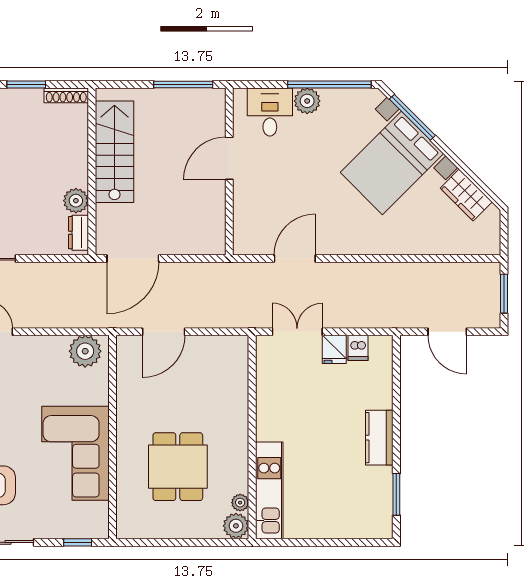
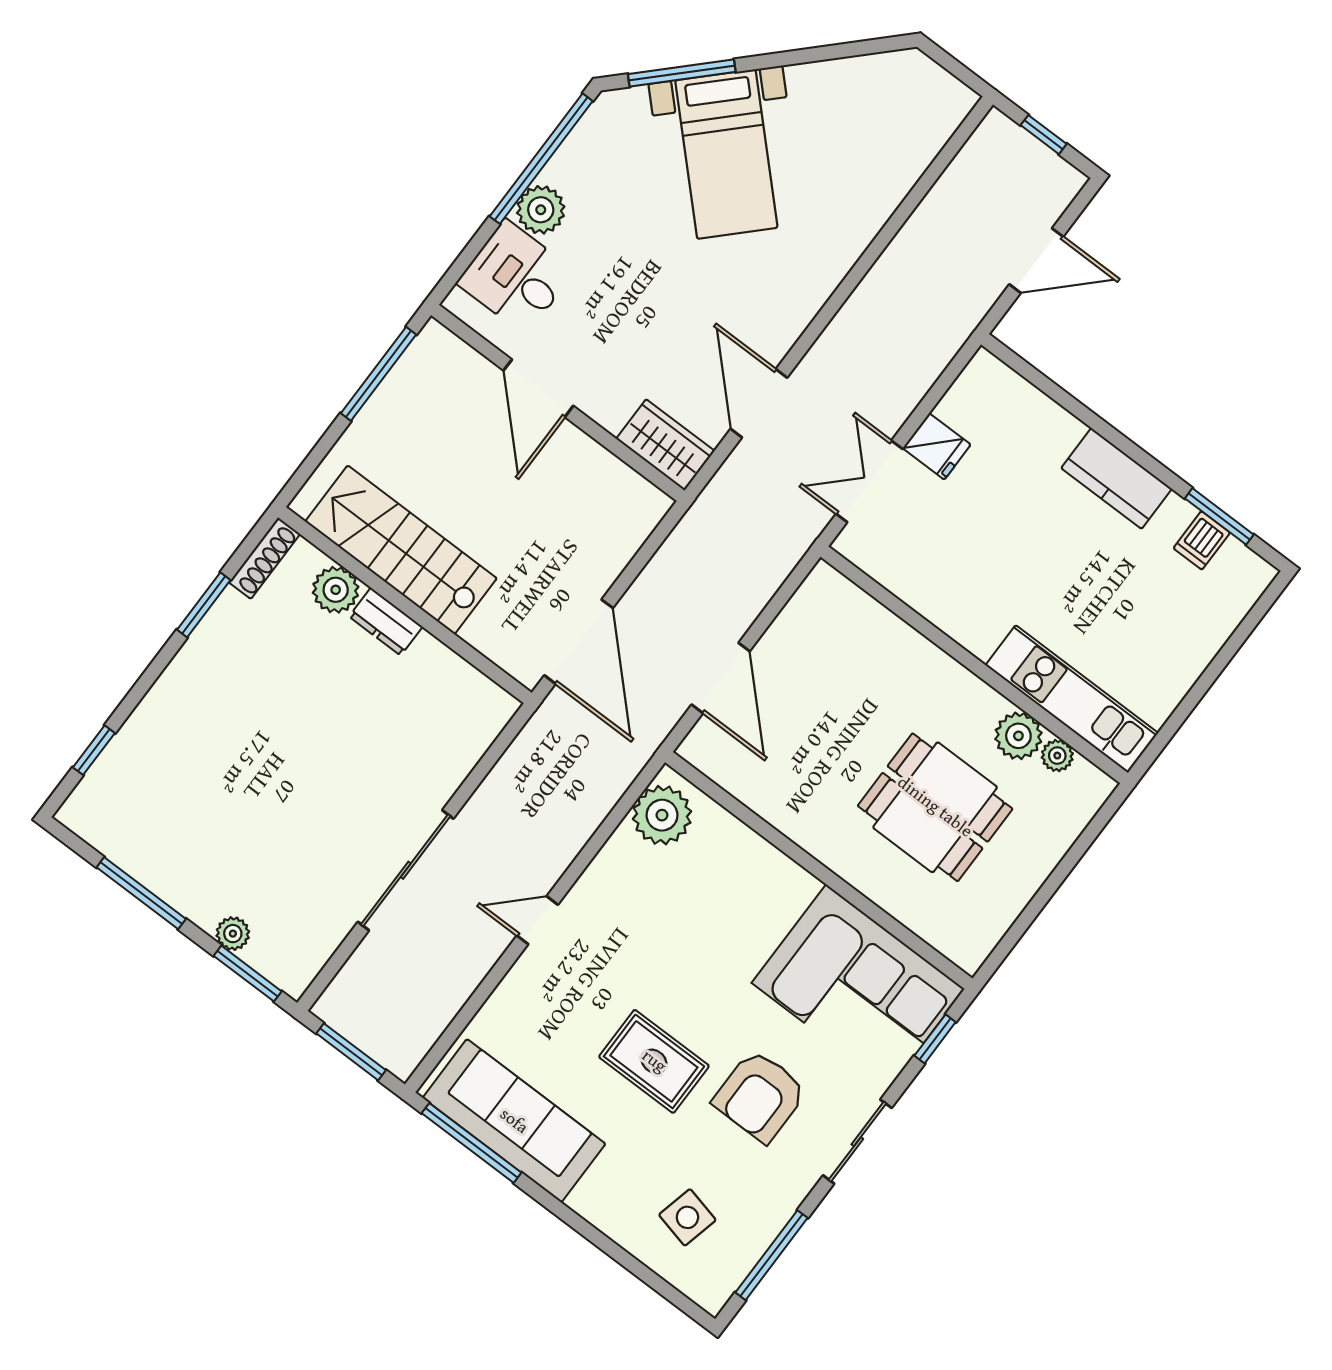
bed with nightstands: (392, 163) -> (726, 154), width x0.73
wardrobe: (466, 195) -> (665, 445), moved, turned -135
plant: (76, 201) -> (336, 590), moved
dresser: (79, 233) -> (386, 622), moved
window: (504, 294) -> (1044, 135), width x0.67
dishwasher: (358, 348) -> (1202, 540), moved, turned 90
corner sofa: (75, 453) -> (858, 986), moved
plant: (236, 526) -> (1018, 736), moved

